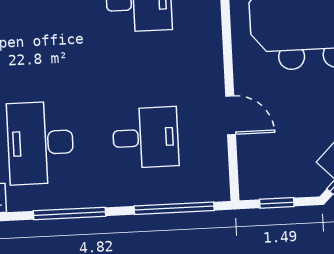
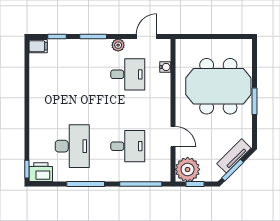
desk: (40, 143) -> (72, 146), turned 180
plant: (261, 176) -> (188, 169), added

